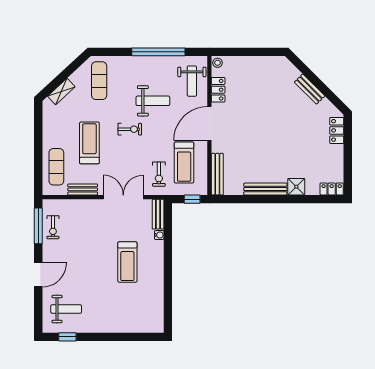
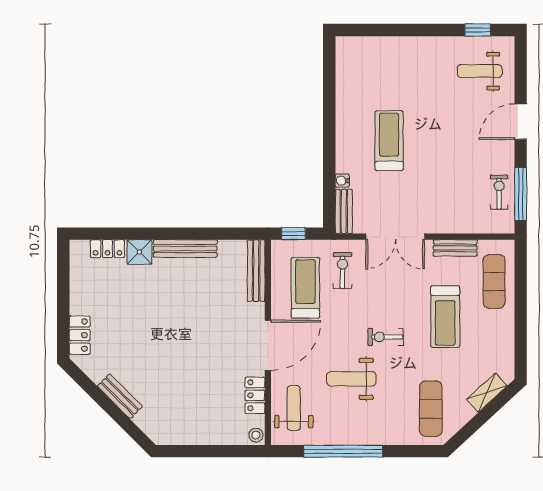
locker: (332, 189) -> (107, 249), moved

